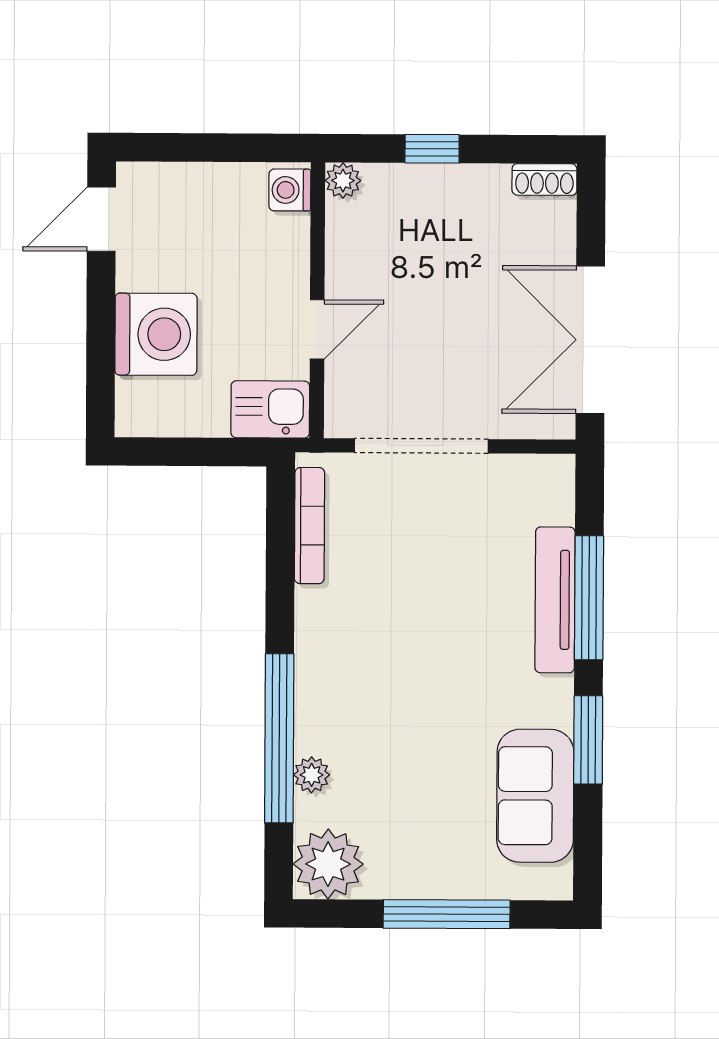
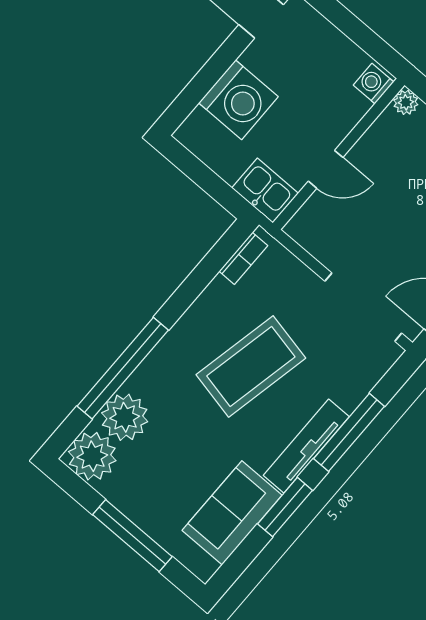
doorway: (421, 446) -> (363, 307), moved
bookcase: (310, 526) -> (243, 258), width x0.64
tv unit: (555, 600) -> (306, 446), moved
coffee table: (419, 617) -> (251, 366), added
plant: (312, 775) -> (125, 417), width x1.88, depth x1.88

